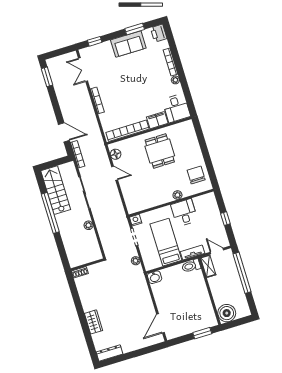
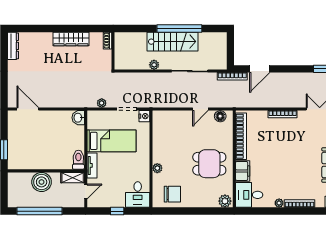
plant: (188, 128) -> (225, 201), added
stairs: (56, 190) -> (172, 42), moved
desk: (184, 213) -> (138, 195), moved, turned 90
window: (242, 273) -> (40, 211), moved
boiler: (227, 313) -> (42, 182), moved
wardrobe: (94, 322) -> (71, 39), moved, width x1.50

